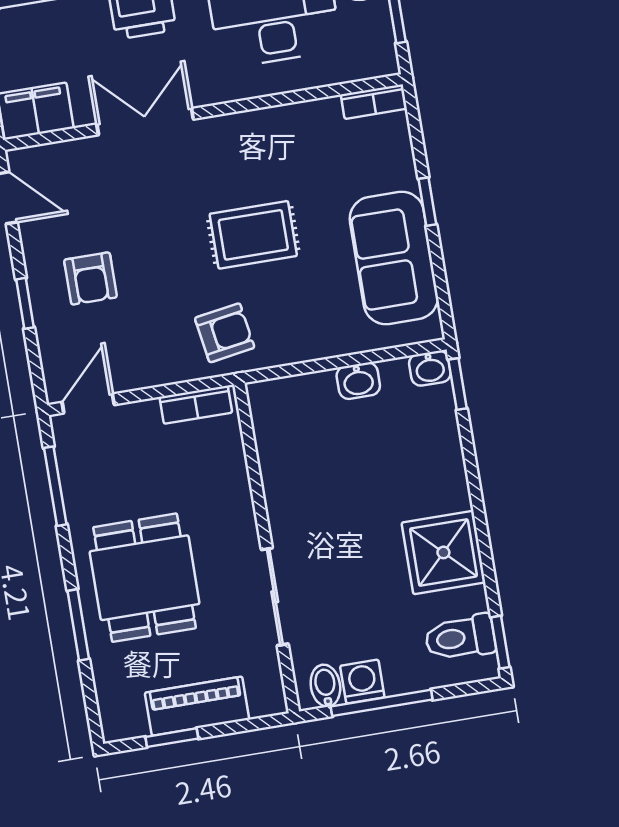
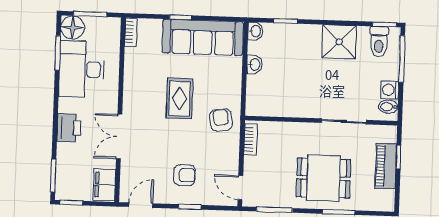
sofa: (394, 258) -> (203, 37), width x1.36
window: (458, 384) -> (285, 21), moved
window: (382, 703) -> (402, 59), moved
window: (172, 738) -> (398, 157), moved

